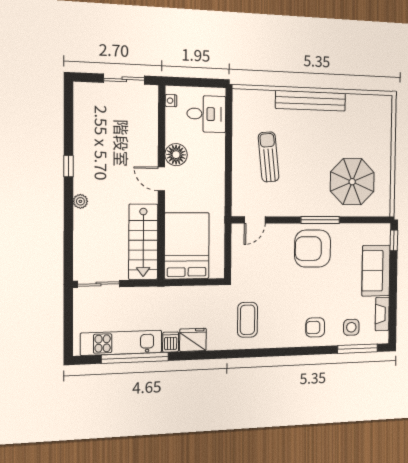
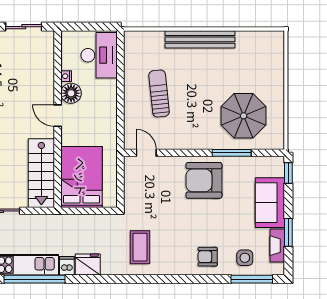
nightstand: (171, 101) -> (66, 76), moved
desk: (206, 114) -> (99, 55), width x1.37
door: (255, 220) -> (146, 153), swing flipped
window: (320, 220) -> (232, 153), moved
window: (393, 300) -> (288, 232), added

